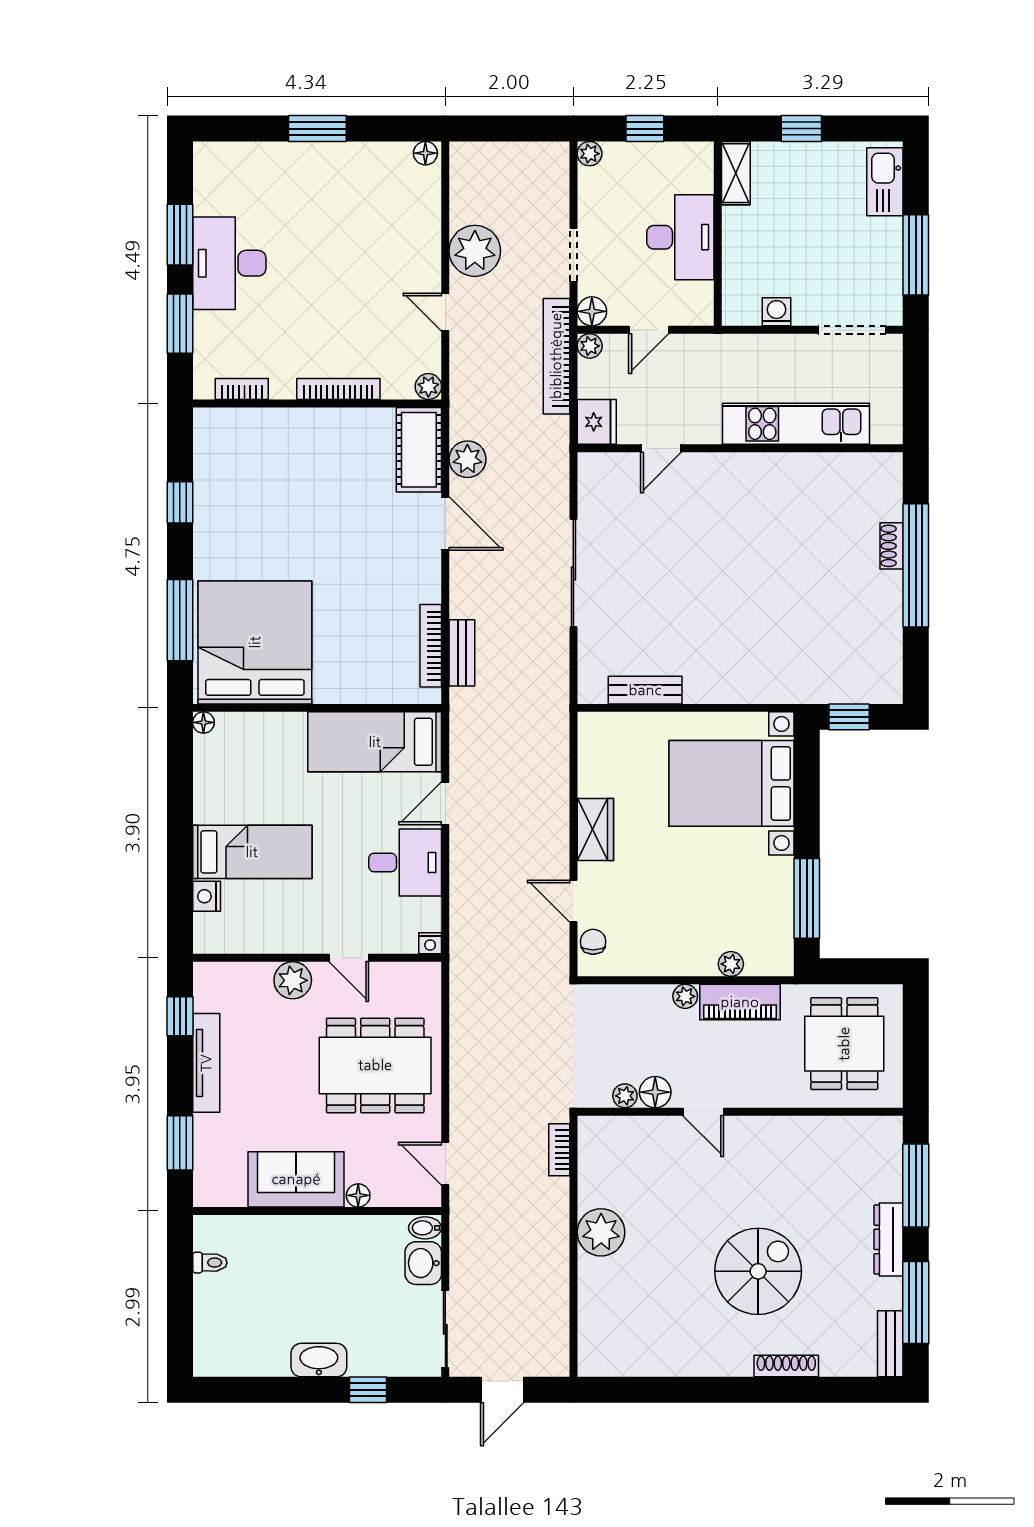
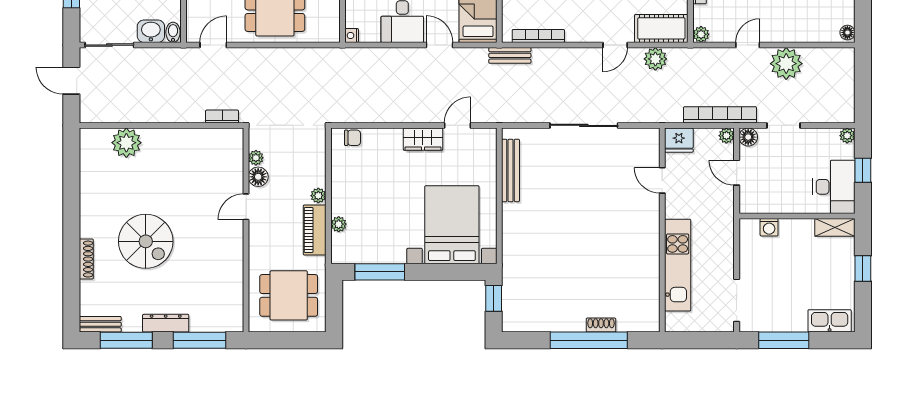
desk: (680, 237) -> (834, 187), moved, turned -90
washing machine: (776, 312) -> (769, 227), moved, turned 90
door: (445, 523) -> (615, 45), width x0.73
bench: (462, 653) -> (510, 55), moved
bench: (645, 690) -> (511, 170), width x1.36
door: (573, 901) -> (457, 125), moved
plant: (601, 1232) -> (126, 143), moved

